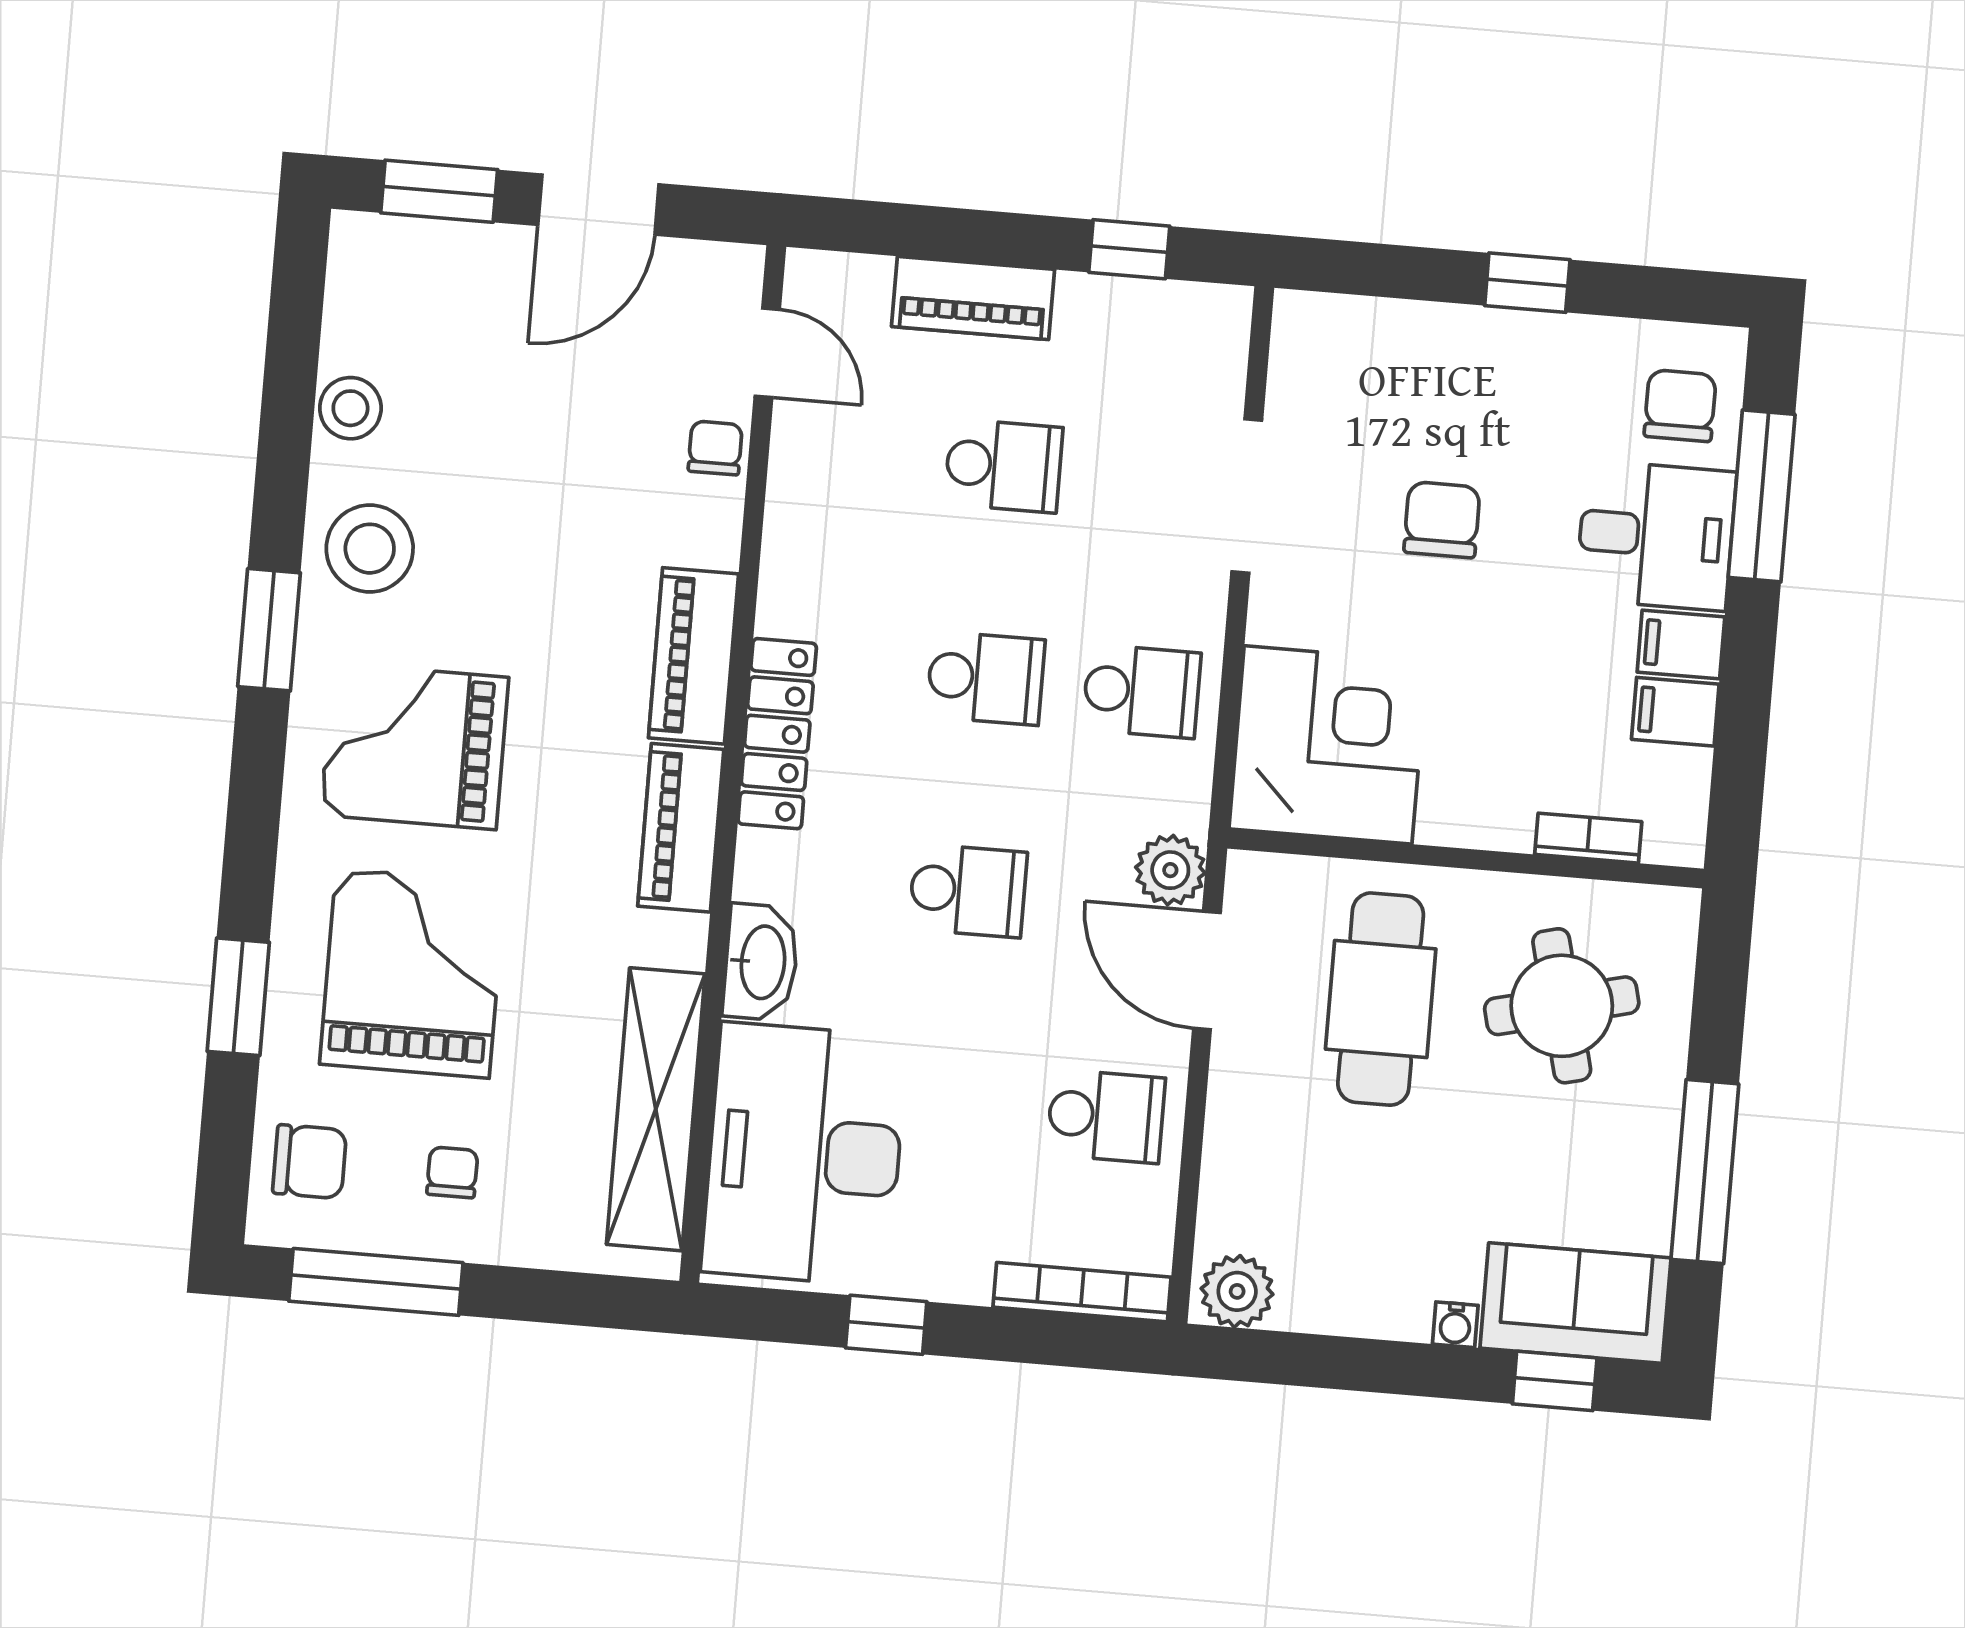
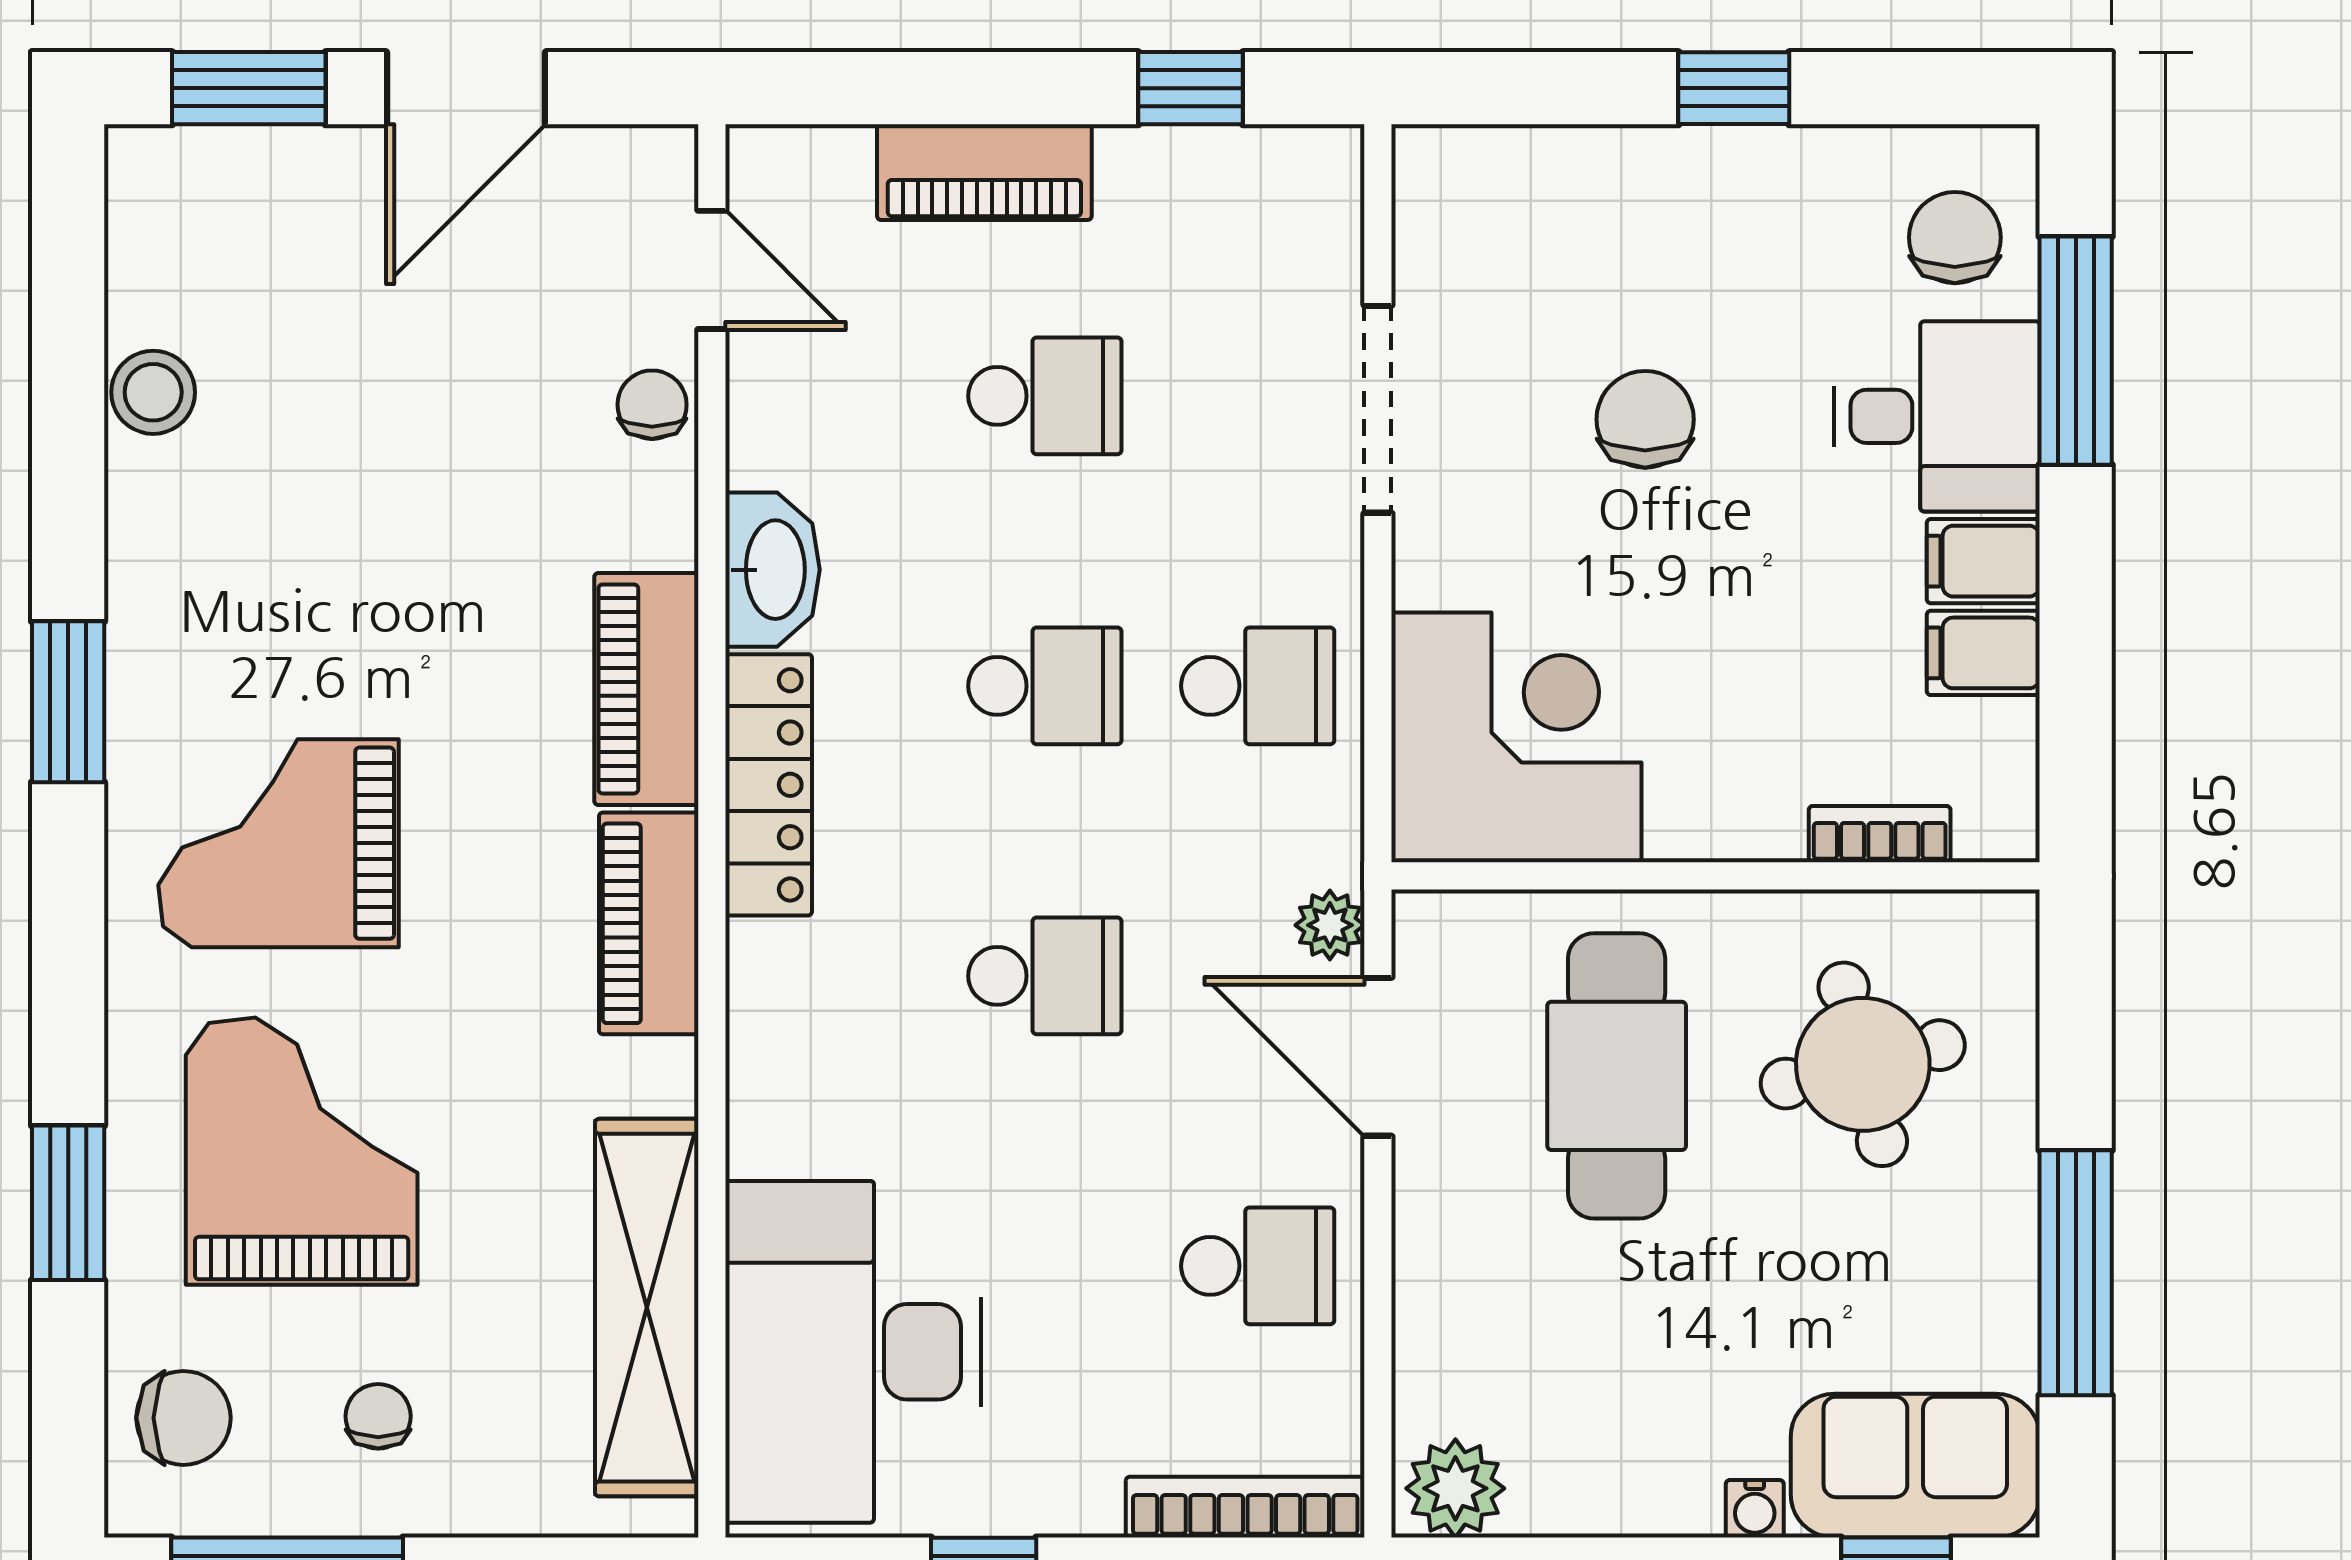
stool: (370, 549) -> (195, 580), removed
plant: (1170, 870) -> (1330, 925), width x0.73, depth x0.73
washbasin: (761, 962) -> (773, 570), moved

